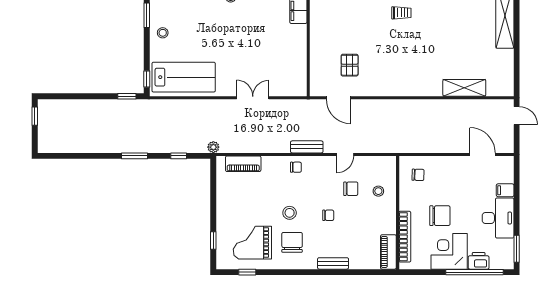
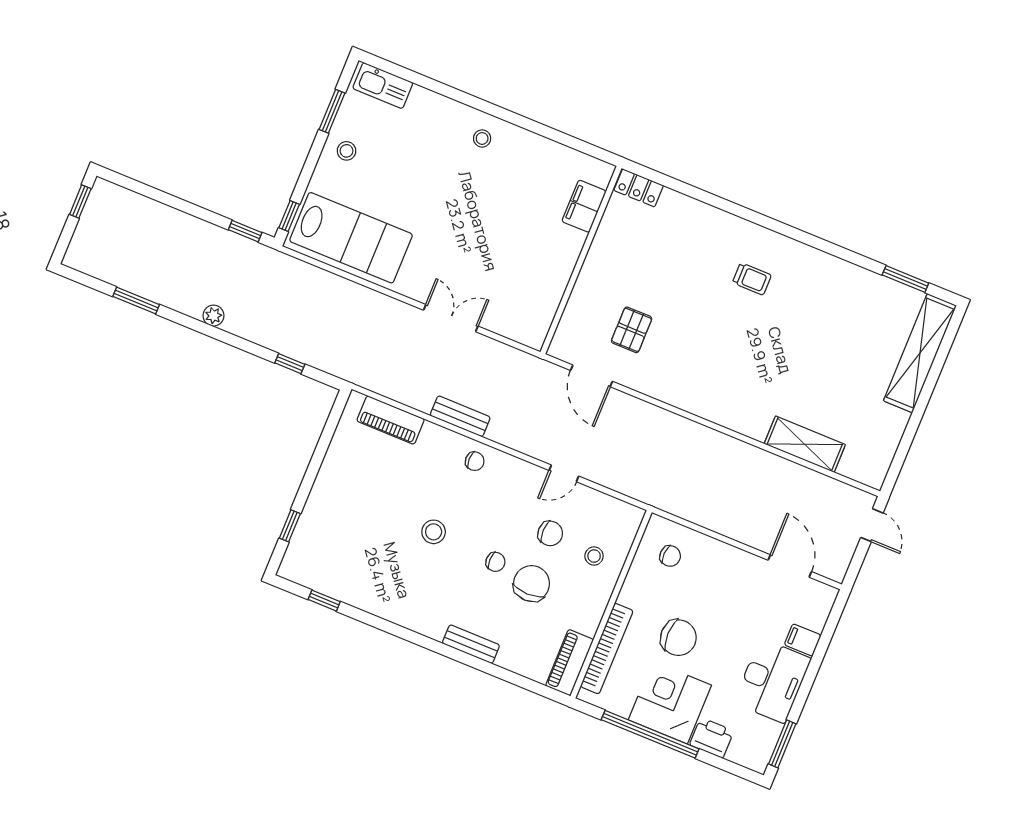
plant: (213, 147) -> (214, 316), moved
bench: (307, 147) -> (460, 416), moved
window: (134, 156) -> (136, 301), moved
chair: (292, 242) -> (532, 584), moved
grand piano: (252, 243) -> (353, 556), removed
window: (474, 272) -> (650, 734), moved

